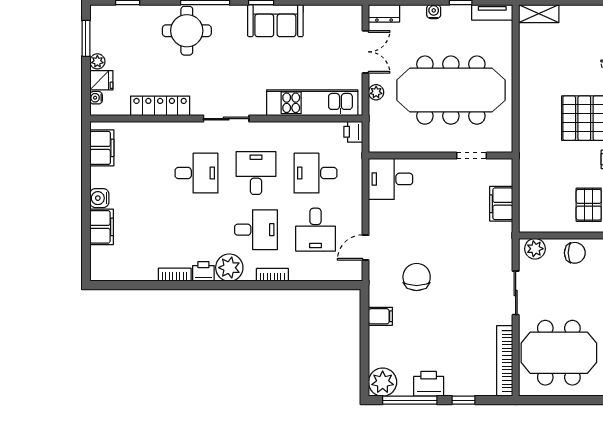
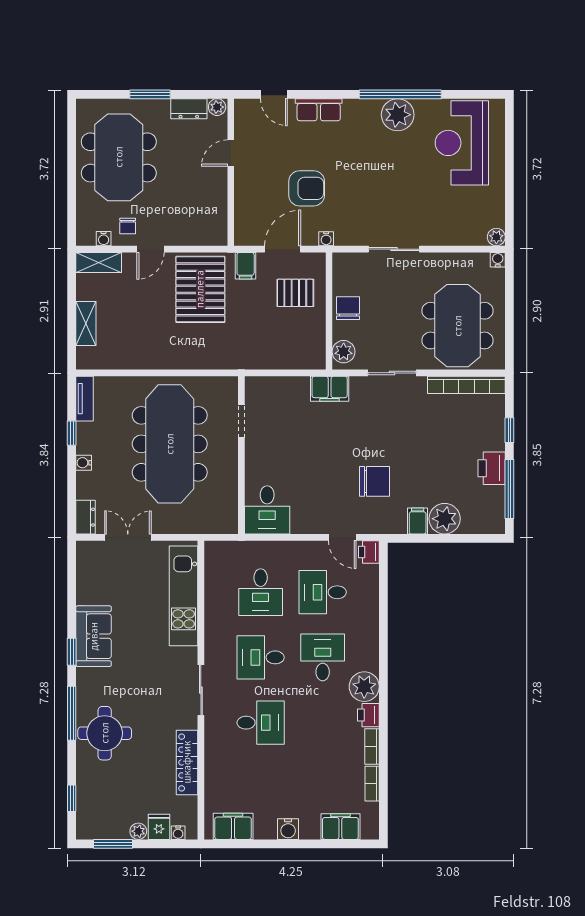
shelving: (539, 14) -> (86, 323), moved
plant: (376, 92) -> (172, 526), removed
printer: (353, 132) -> (369, 552), moved, turned 90
desk: (196, 173) -> (261, 723), turned 90
filing cabinet: (501, 204) -> (330, 389), moved
filing cabinet: (102, 227) -> (340, 827), moved
desk: (316, 230) -> (323, 592), turned 180
bookcase: (272, 275) -> (372, 784), moved
chair: (417, 277) -> (374, 481), turned 180
plant: (383, 382) -> (445, 519), moved

